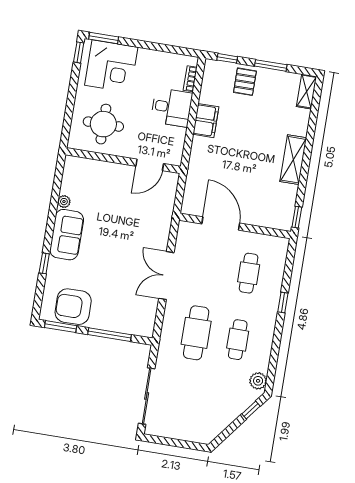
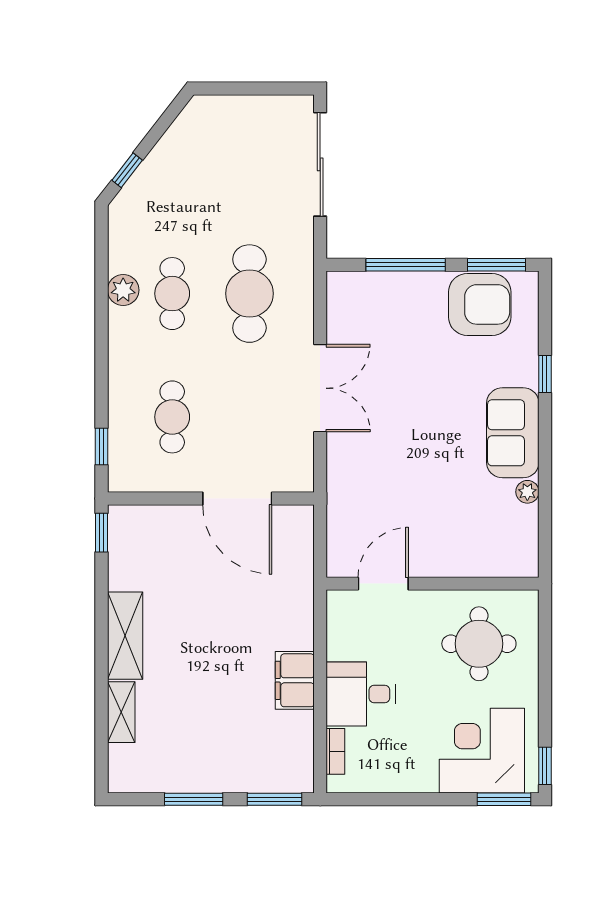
window: (227, 58) -> (275, 799), width x1.50
pallet: (245, 82) -> (236, 762), removed
shelving: (306, 92) -> (121, 712), moved
window: (283, 302) -> (101, 446), moved
plant: (258, 381) -> (123, 290), moved

